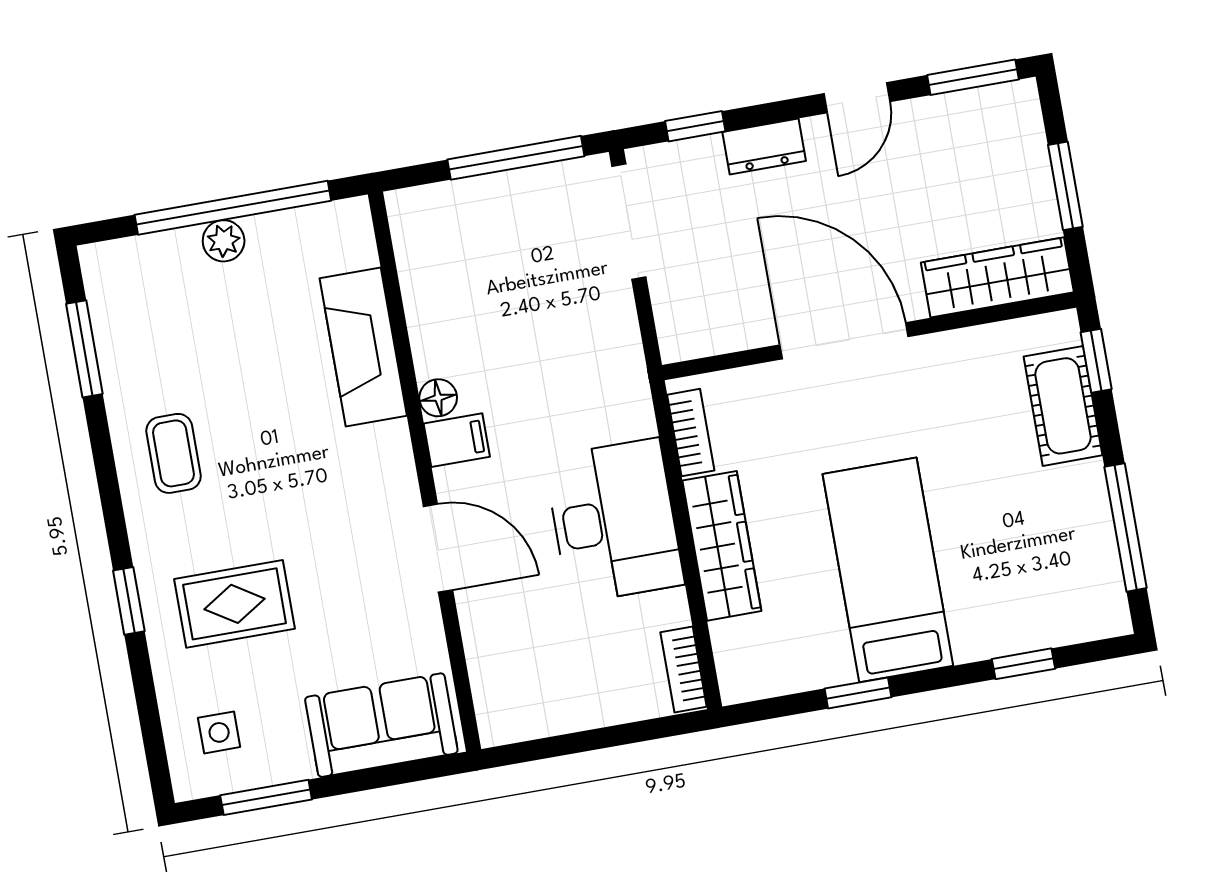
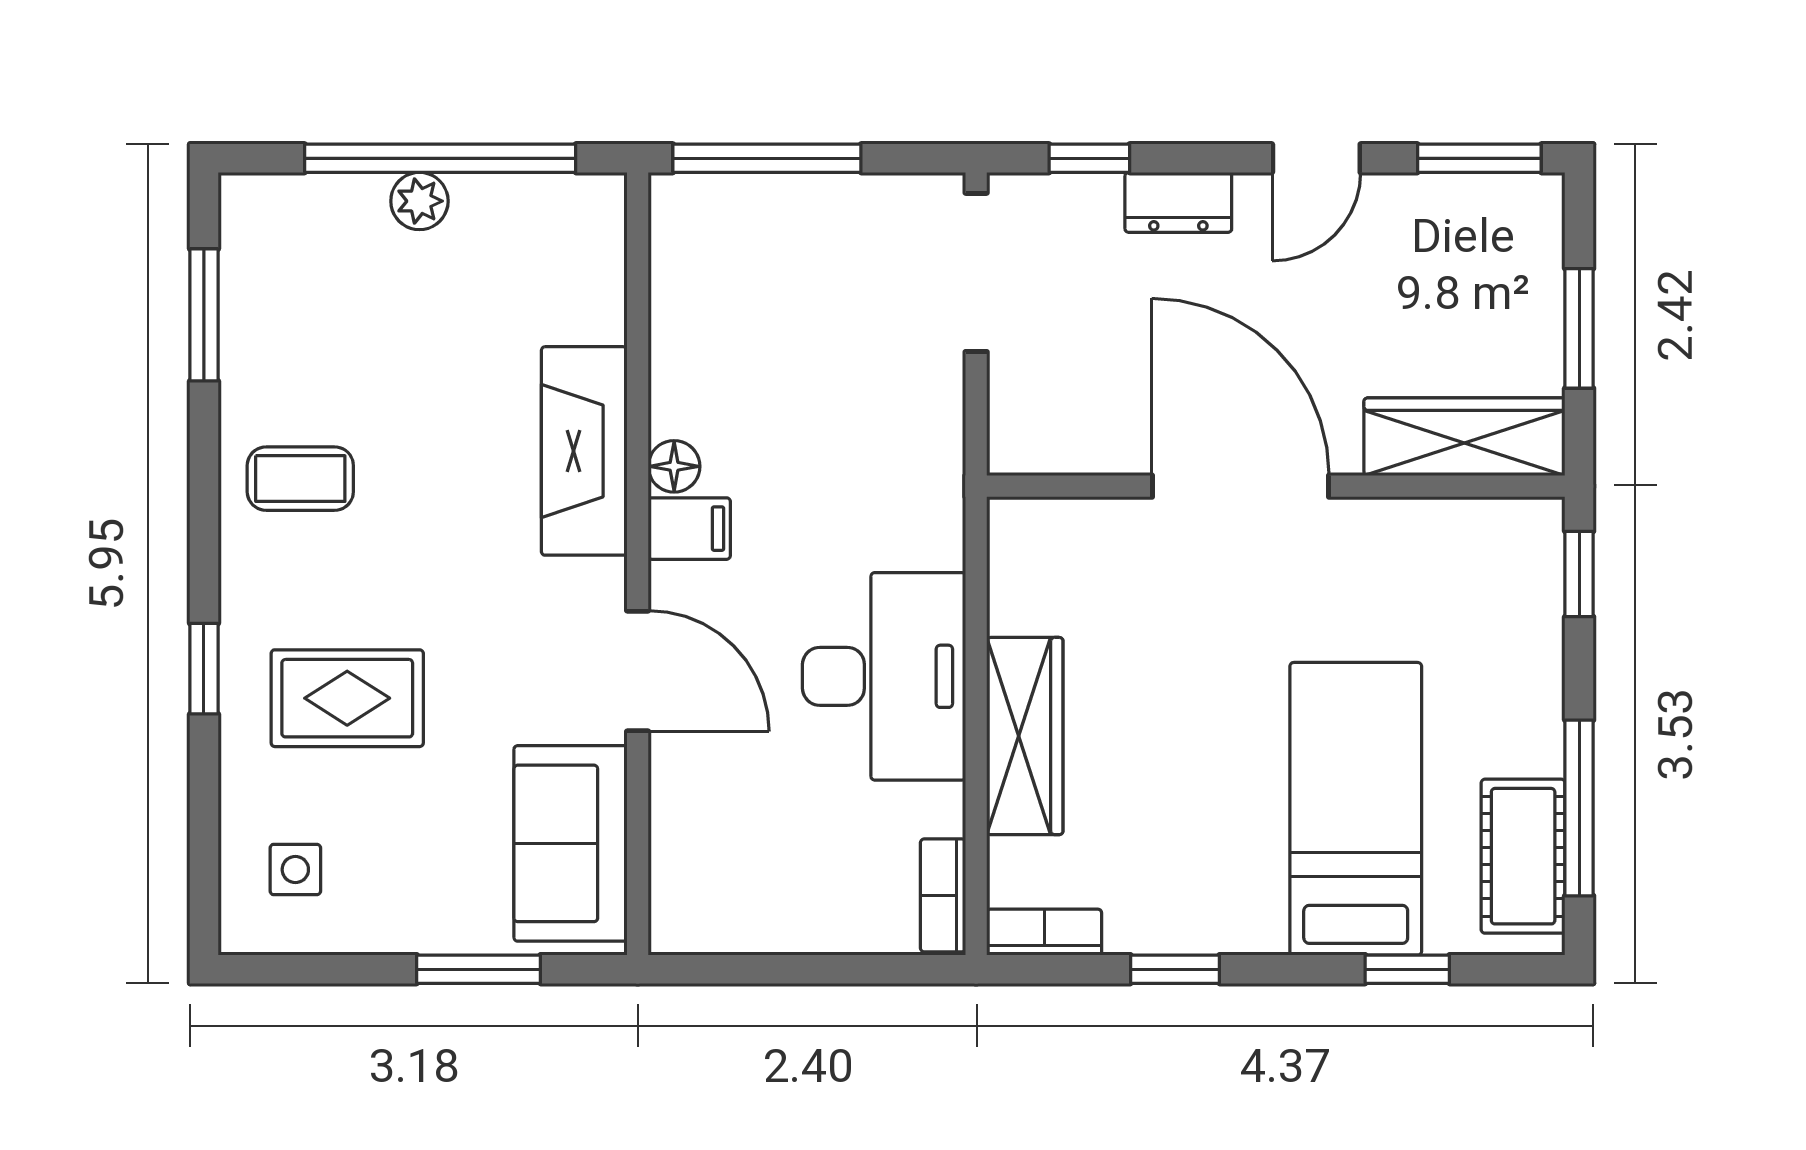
window: (516, 158) -> (767, 158), moved
fireplace: (363, 347) -> (584, 451), moved
cot: (1063, 406) -> (1523, 856), moved
bookcase: (691, 433) -> (1044, 932), moved, turned -90
coffee table: (174, 453) -> (300, 479), turned 90
bed: (888, 570) -> (1356, 809), moved
sofa: (381, 725) -> (571, 843), moved, turned -90
window: (266, 797) -> (479, 969), moved

